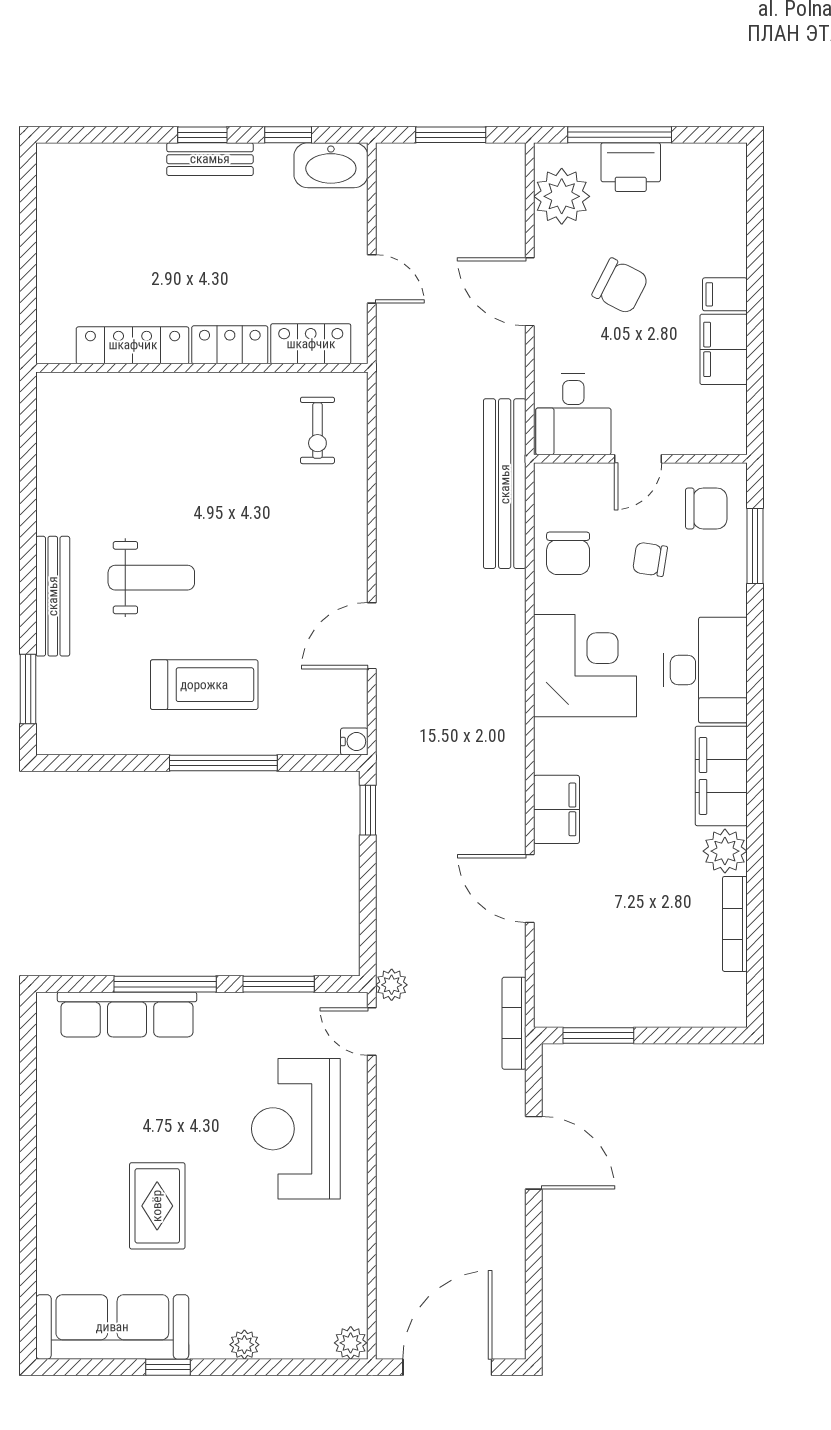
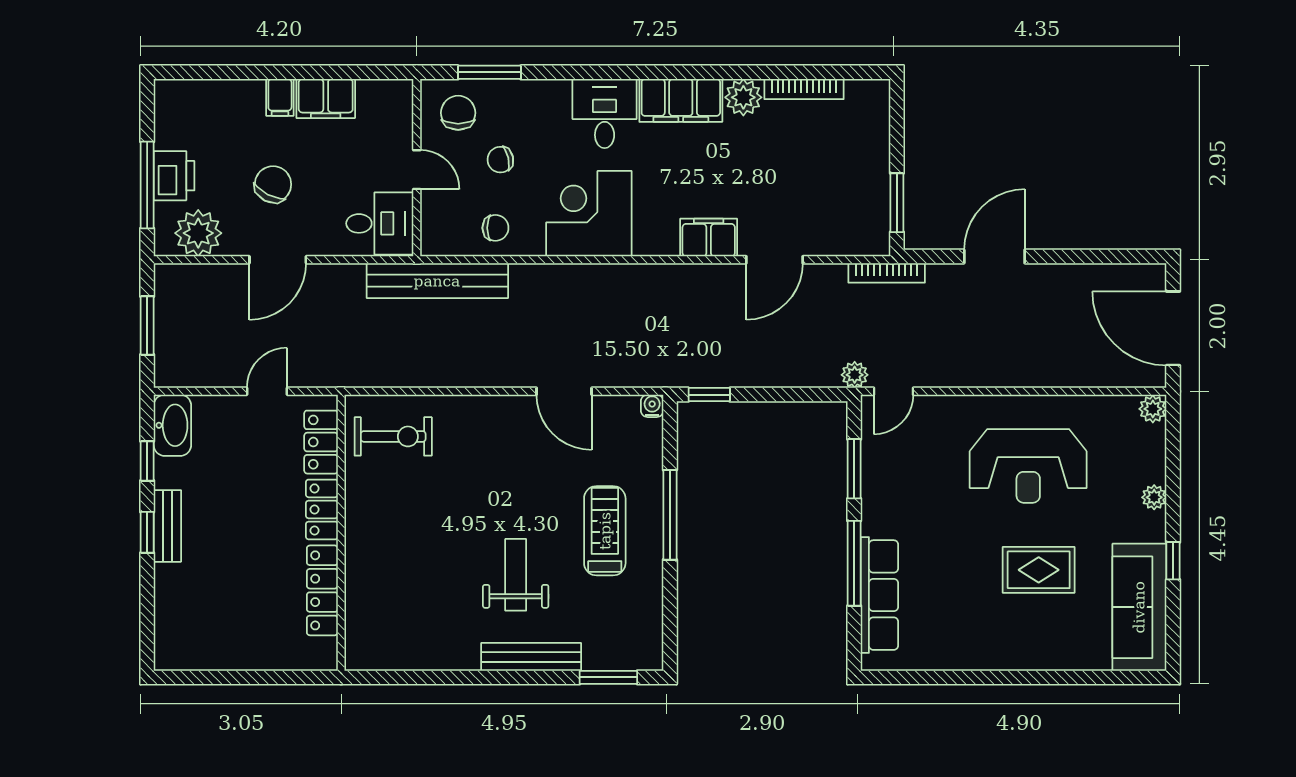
exercise bike: (317, 430) -> (393, 436), width x1.38, depth x1.39
chair: (568, 553) -> (495, 228), width x0.73, depth x0.73
chair: (650, 559) -> (500, 160), turned 68
desk: (705, 670) -> (605, 114), width x0.73
reception desk: (296, 1129) -> (1028, 466), moved

